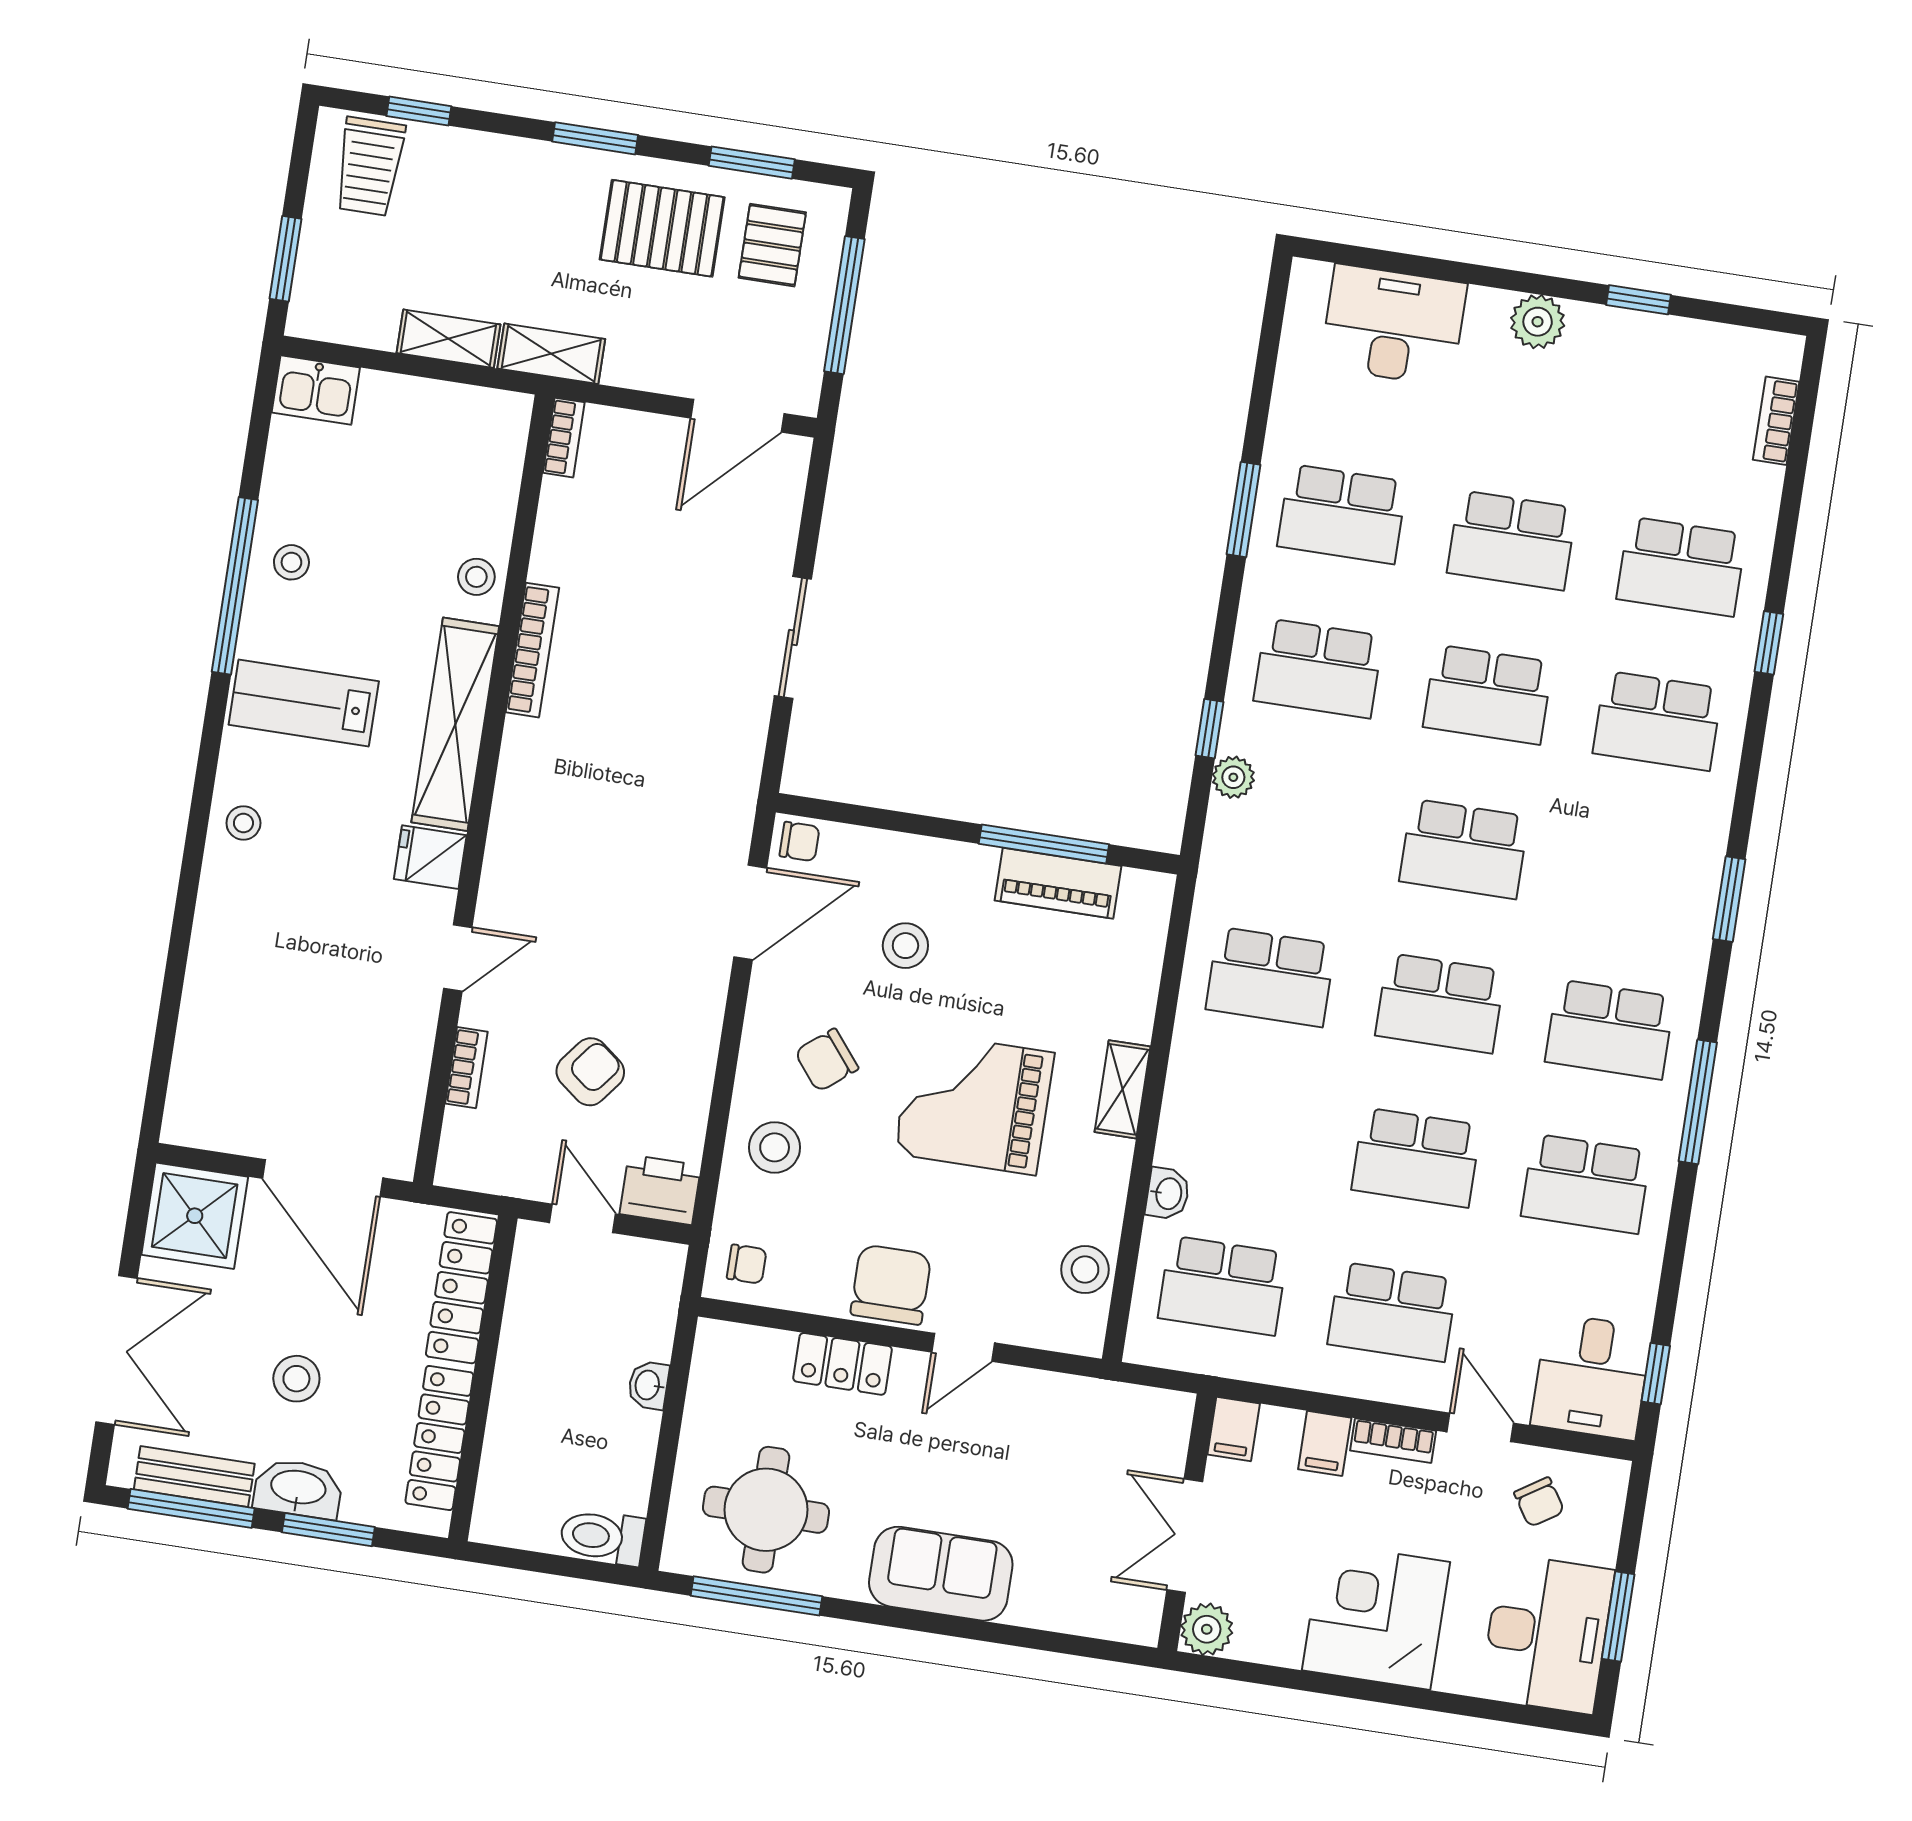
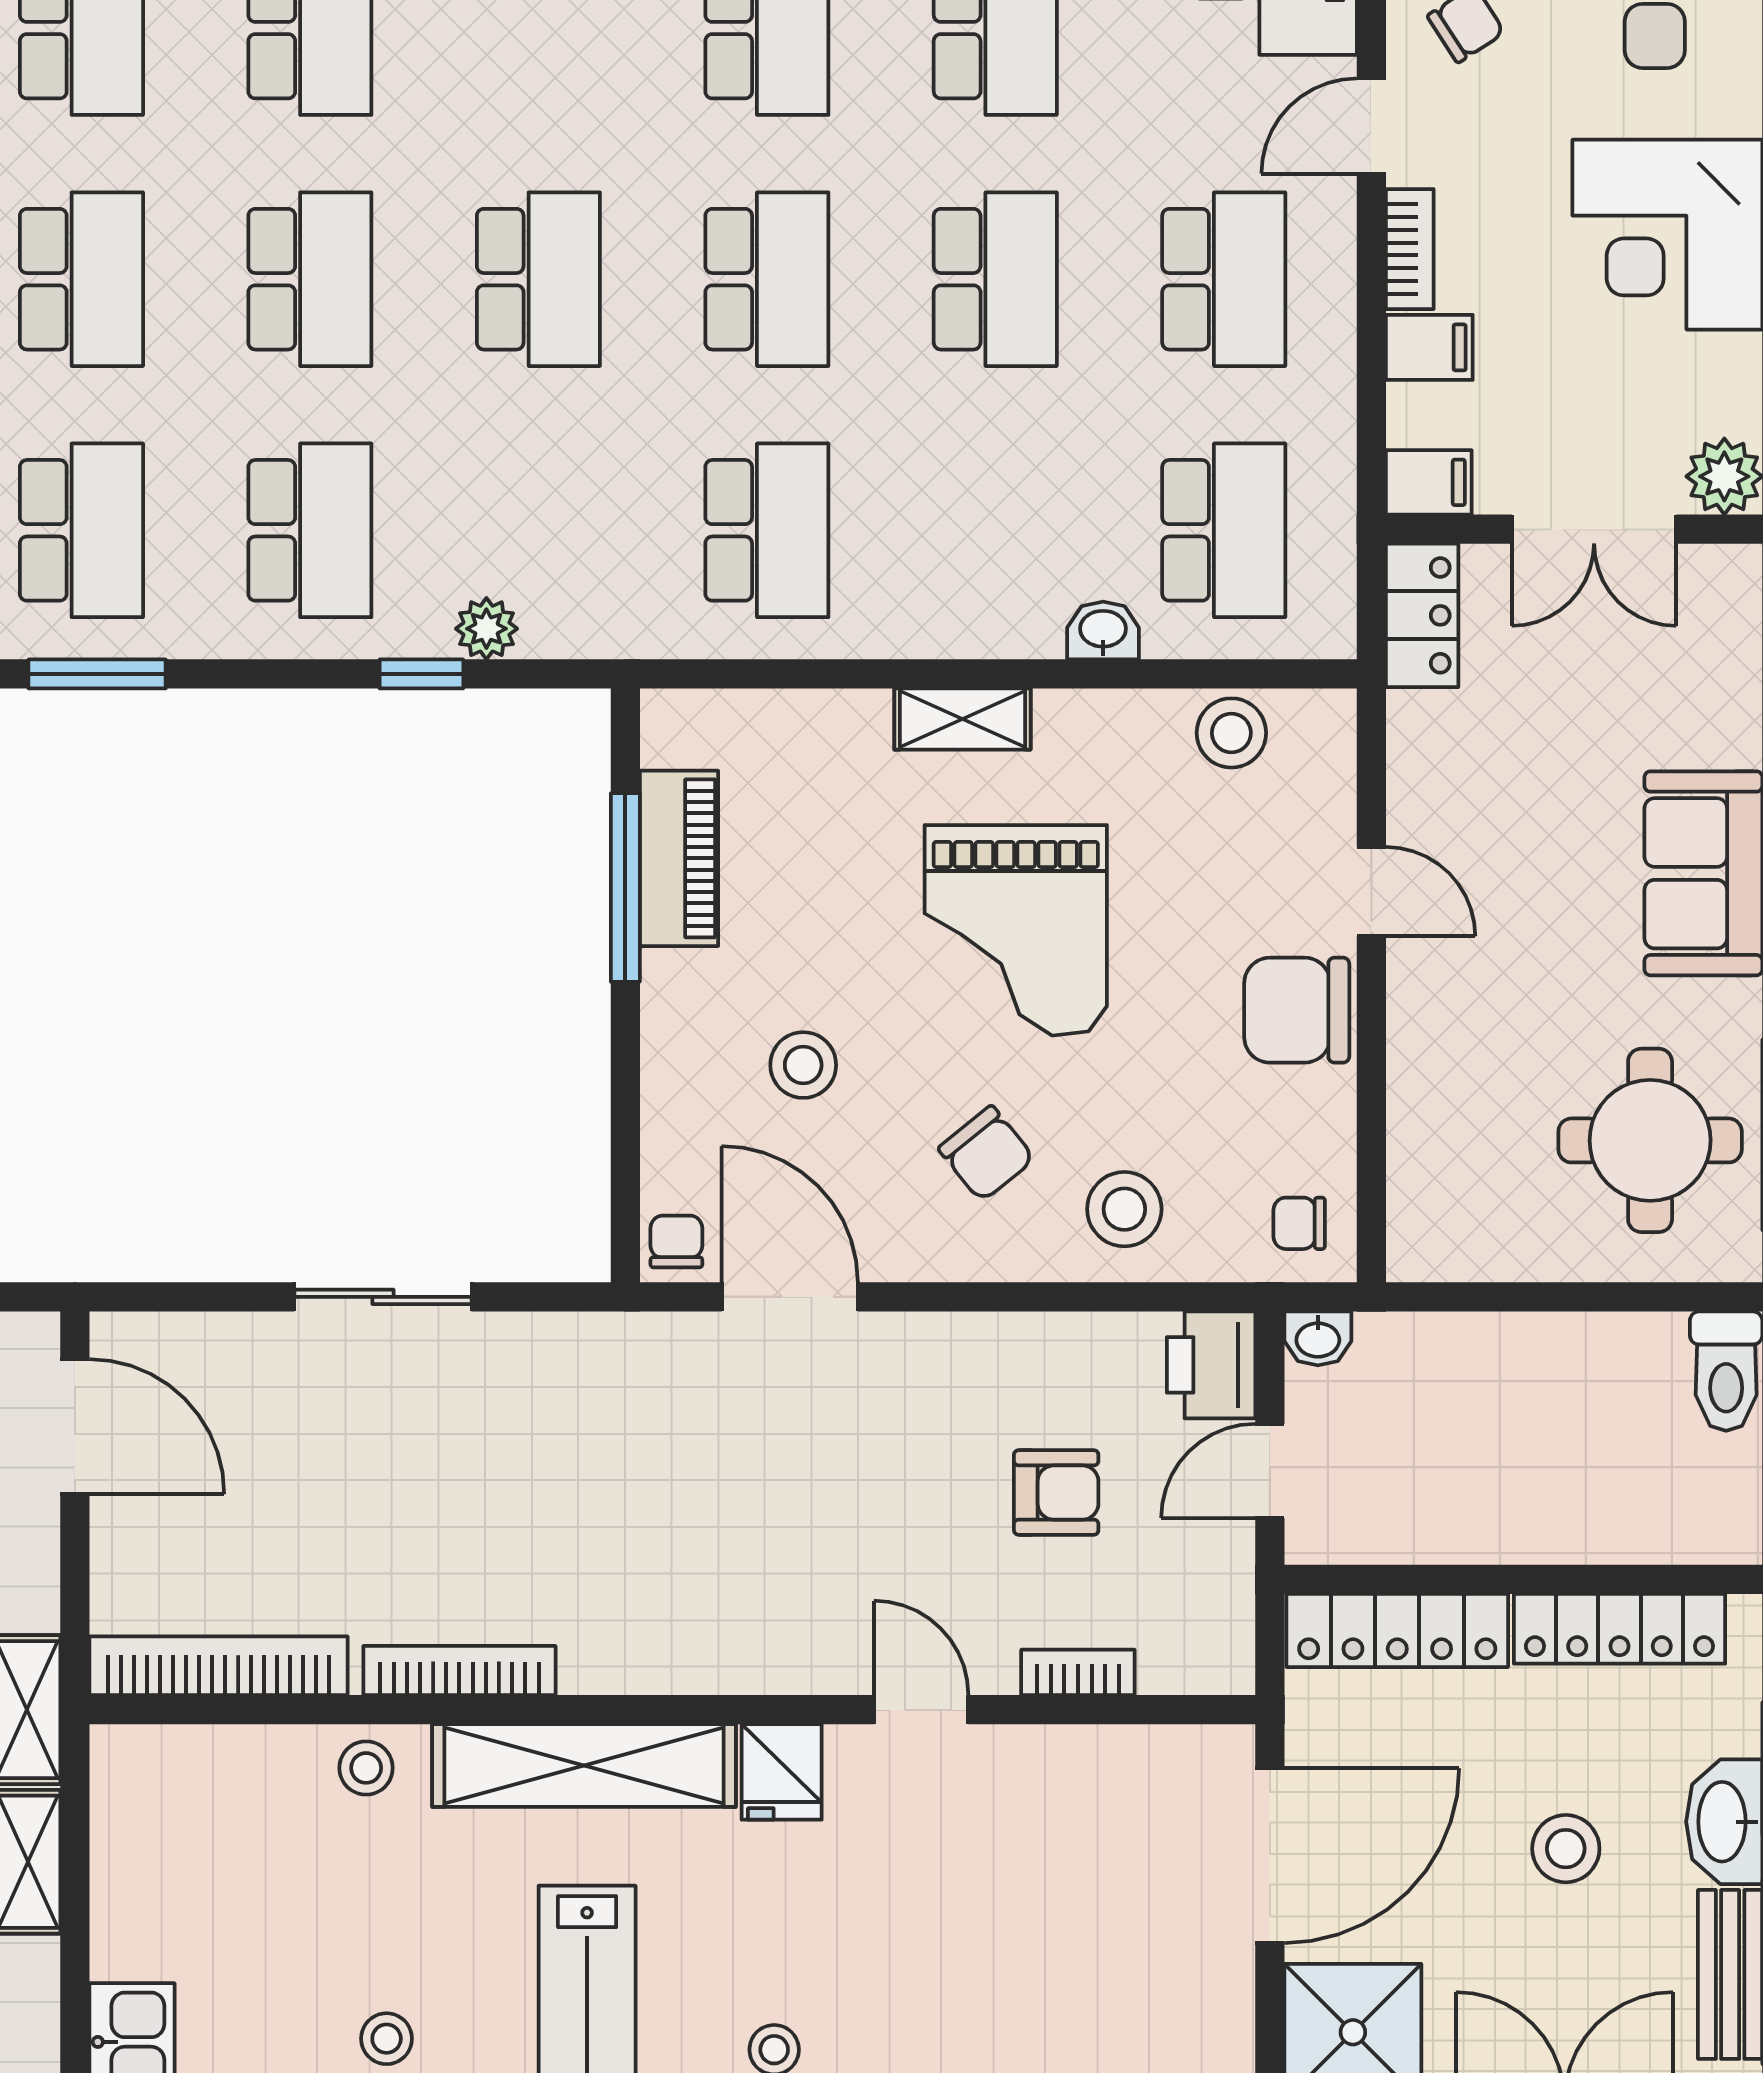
bookcase: (564, 438) -> (218, 1666), width x2.31, depth x1.31
armchair: (590, 1072) -> (1056, 1493), turned 142
chair: (747, 1264) -> (1299, 1223), turned -90
locker: (842, 1364) -> (1422, 615), moved
washbasin: (648, 1385) -> (1318, 1338), moved

